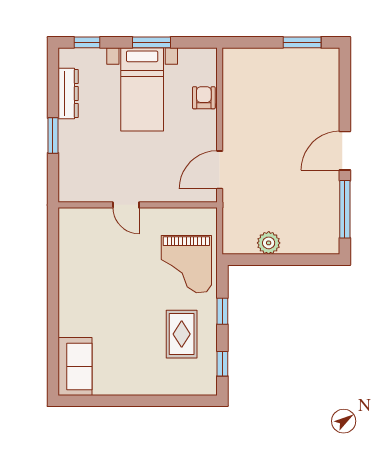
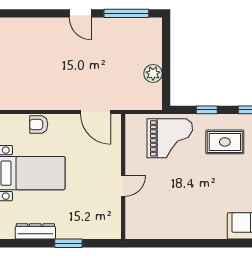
door: (345, 151) -> (80, 13), width x0.73

